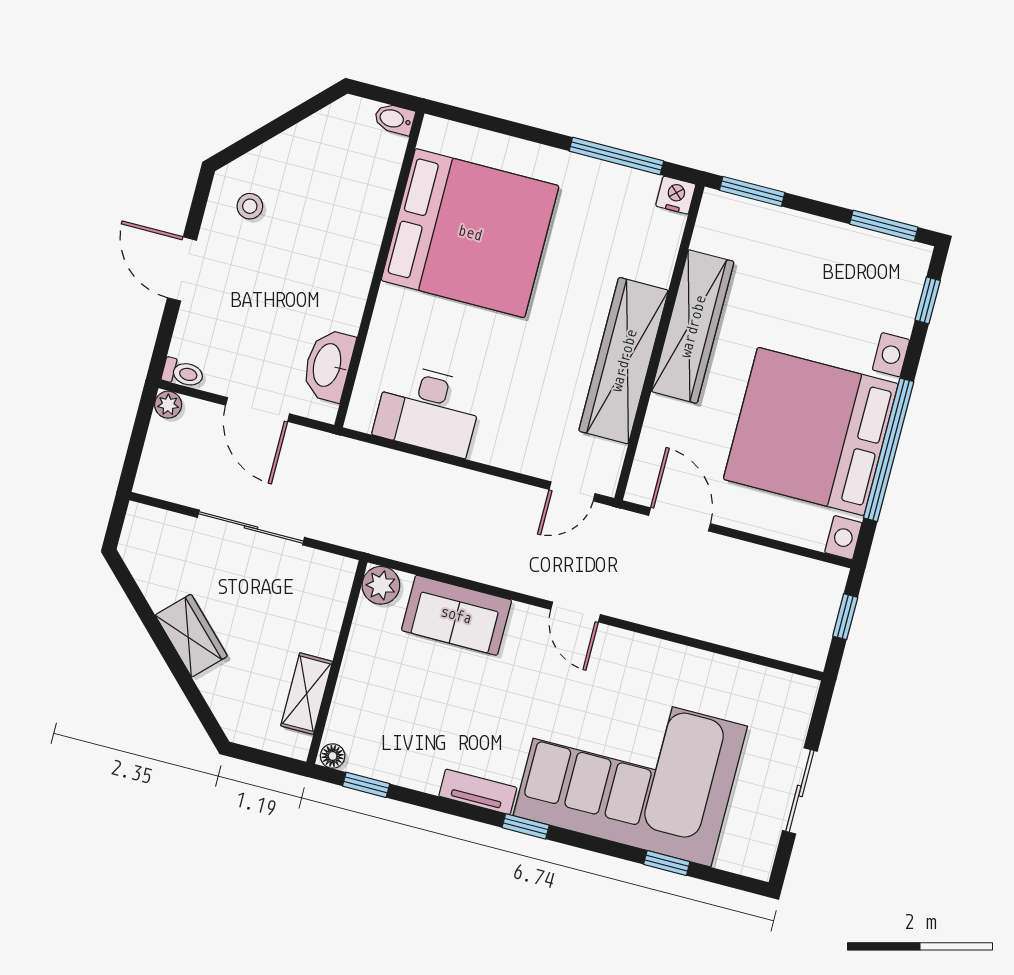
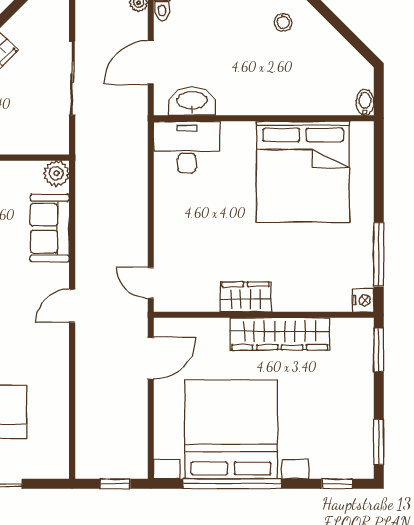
wardrobe: (624, 361) -> (246, 297), width x0.48, depth x0.85
desk: (428, 410) -> (187, 147), moved, turned 90

